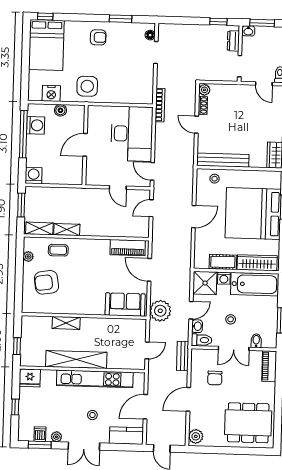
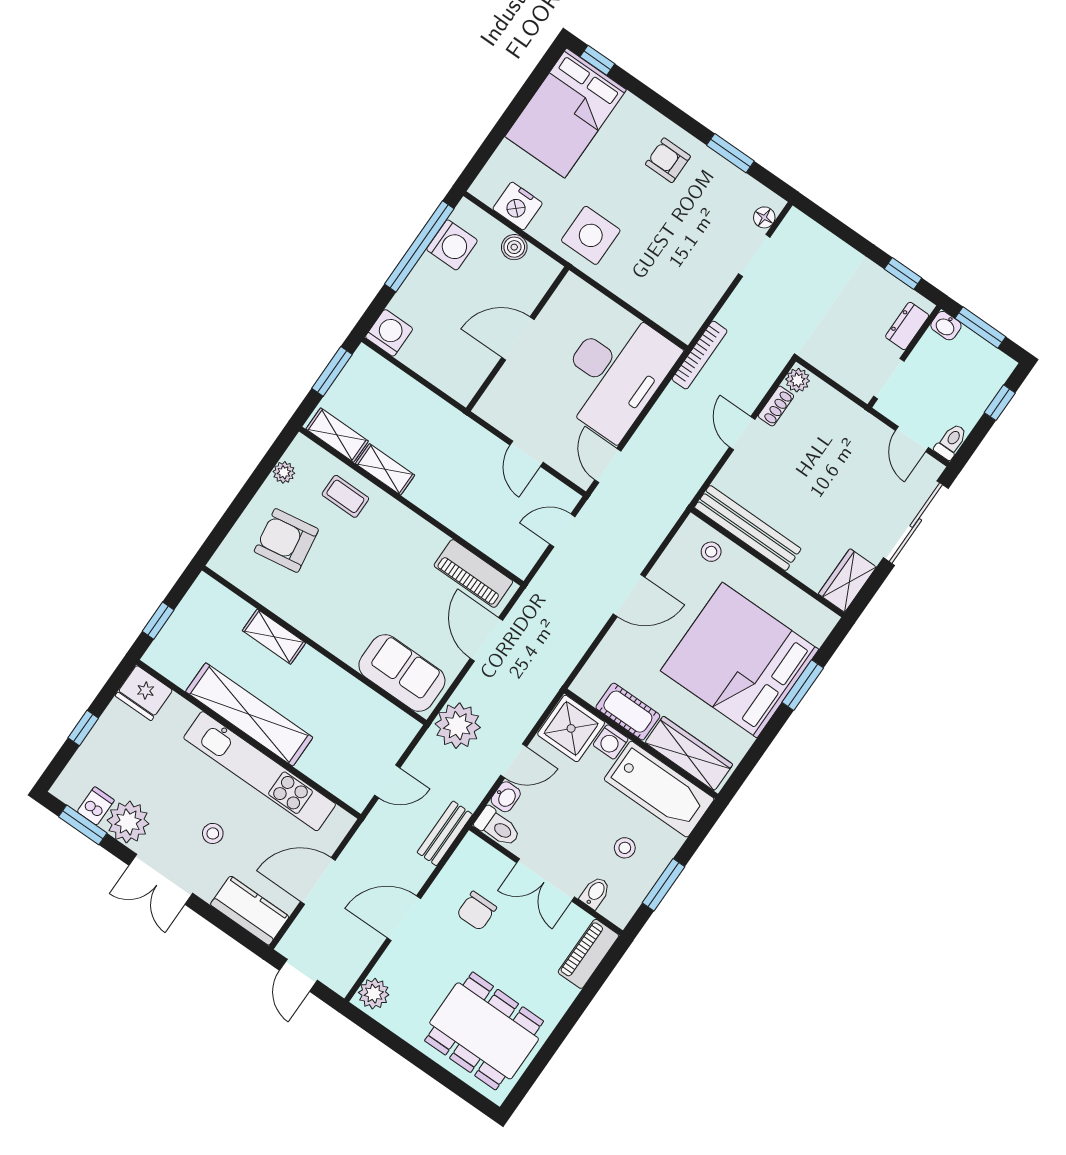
armchair: (98, 37) -> (668, 160), turned 180
stool: (231, 319) -> (625, 848), moved
plant: (56, 437) -> (128, 822), width x1.87, depth x1.87

